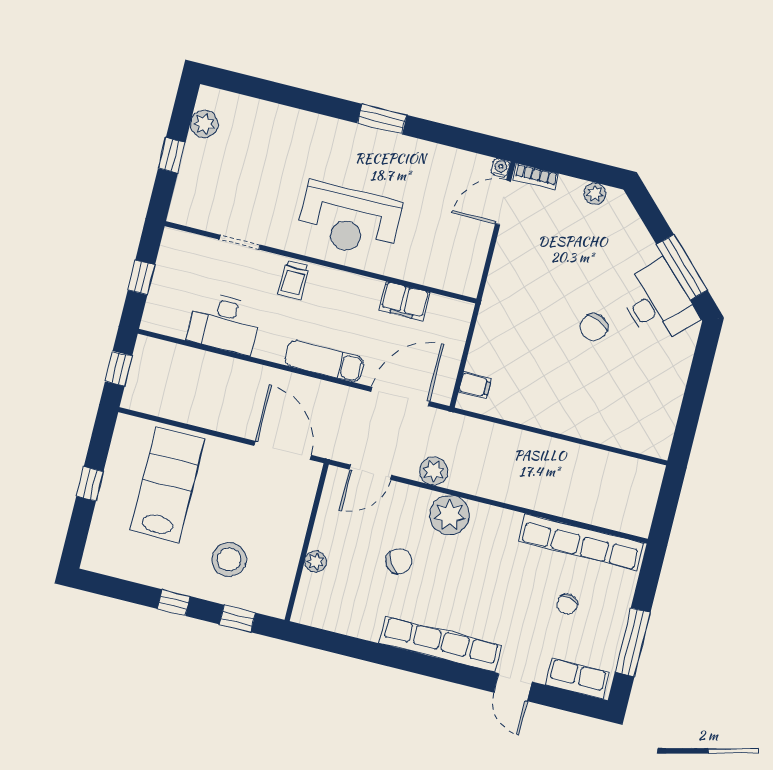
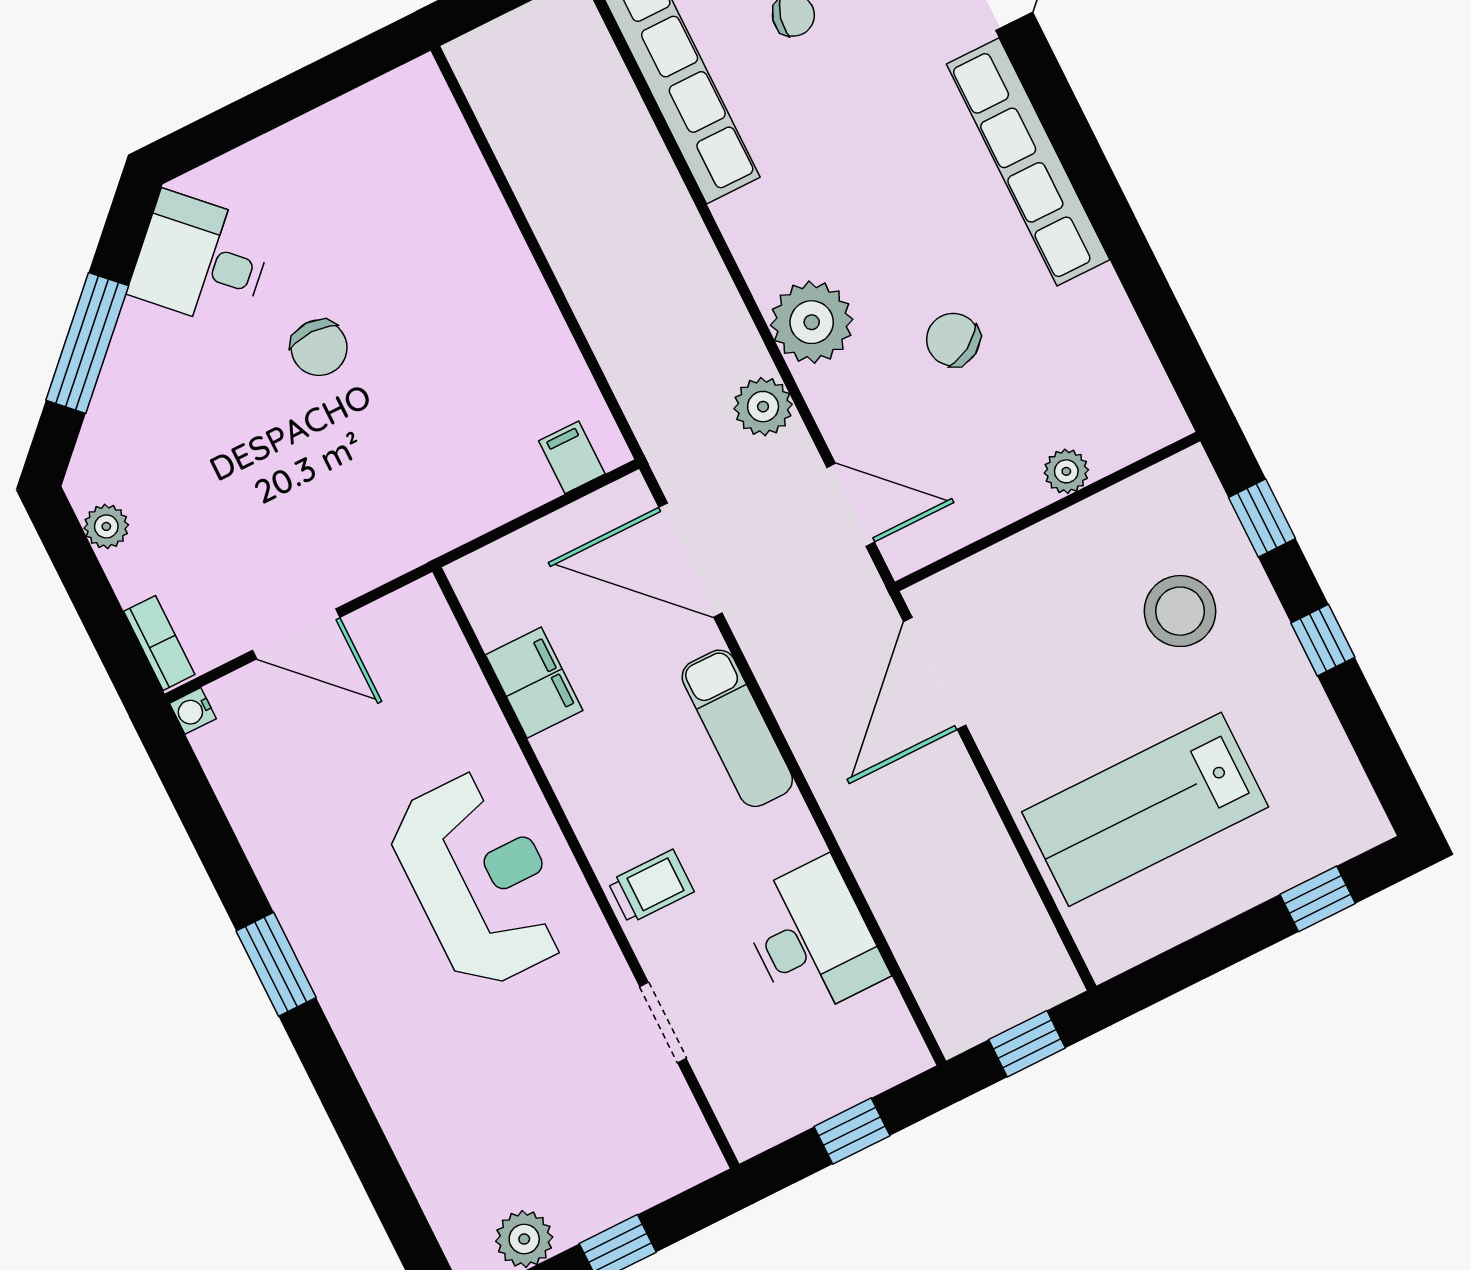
door: (503, 203) -> (296, 634), moved
window: (682, 267) -> (87, 343), moved
desk: (657, 303) -> (201, 260), width x0.73
chair: (594, 327) -> (319, 348), turned 66
window: (90, 484) -> (1318, 899), moved

